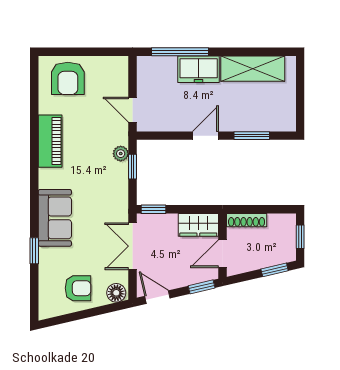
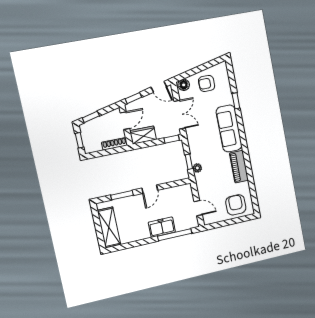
shelving: (253, 69) -> (109, 227), moved, turned 90
door: (132, 110) -> (198, 208), moved
sofa: (55, 218) -> (229, 129), width x1.36

